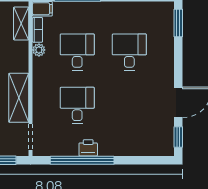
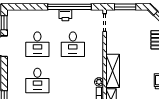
desk: (77, 52) -> (37, 44), moved
shelving: (19, 98) -> (113, 71), moved

